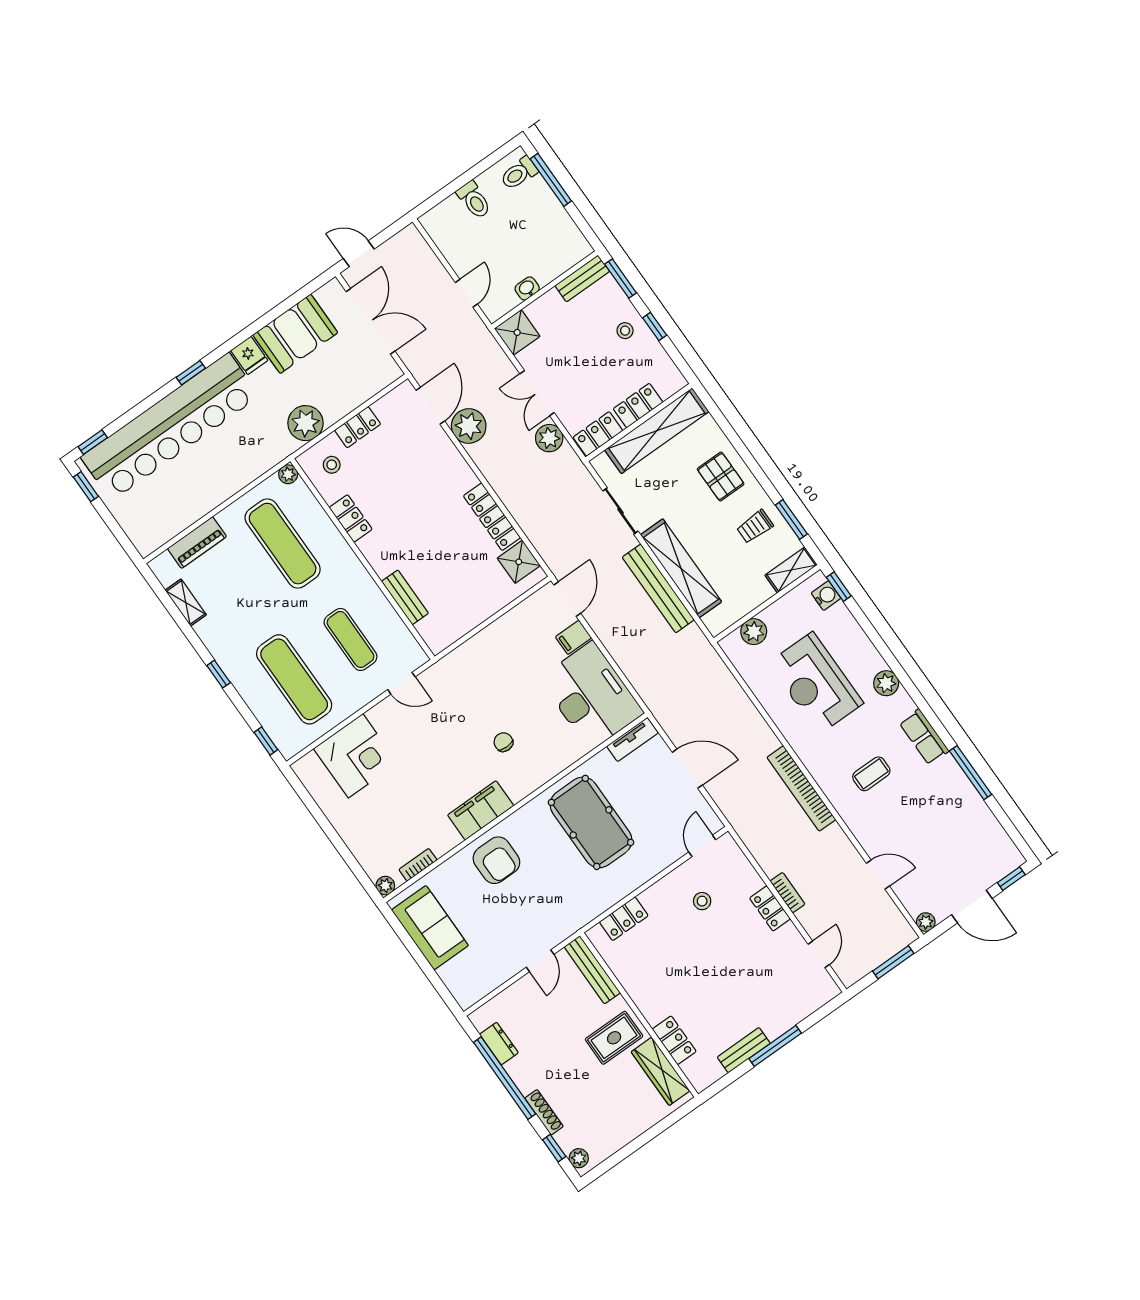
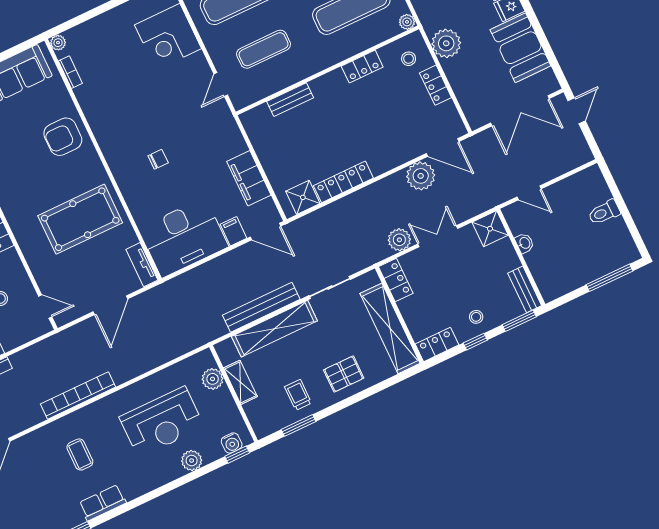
toilet: (519, 173) -> (619, 253), removed
locker: (638, 406) -> (437, 344), moved, turned -90
shelving: (791, 570) -> (240, 382), moved
reception desk: (816, 683) -> (162, 422), turned 180
plant: (886, 683) -> (192, 461), moved
filing cabinet: (481, 810) -> (249, 178), moved, turned 180

